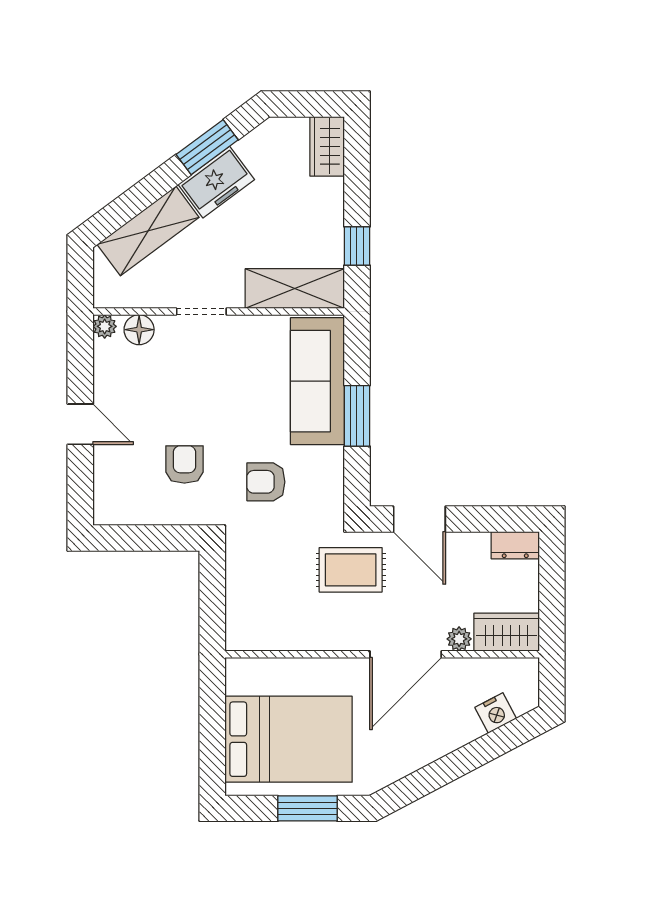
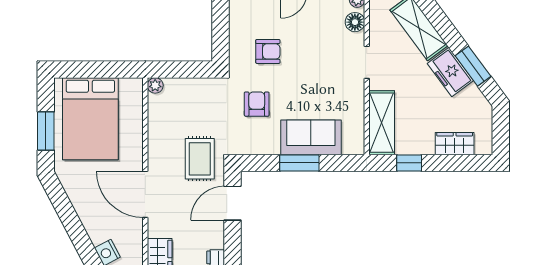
wardrobe: (327, 146) -> (455, 144), moved
sofa: (317, 381) -> (311, 137), width x0.73
plant: (459, 639) -> (155, 85), moved

